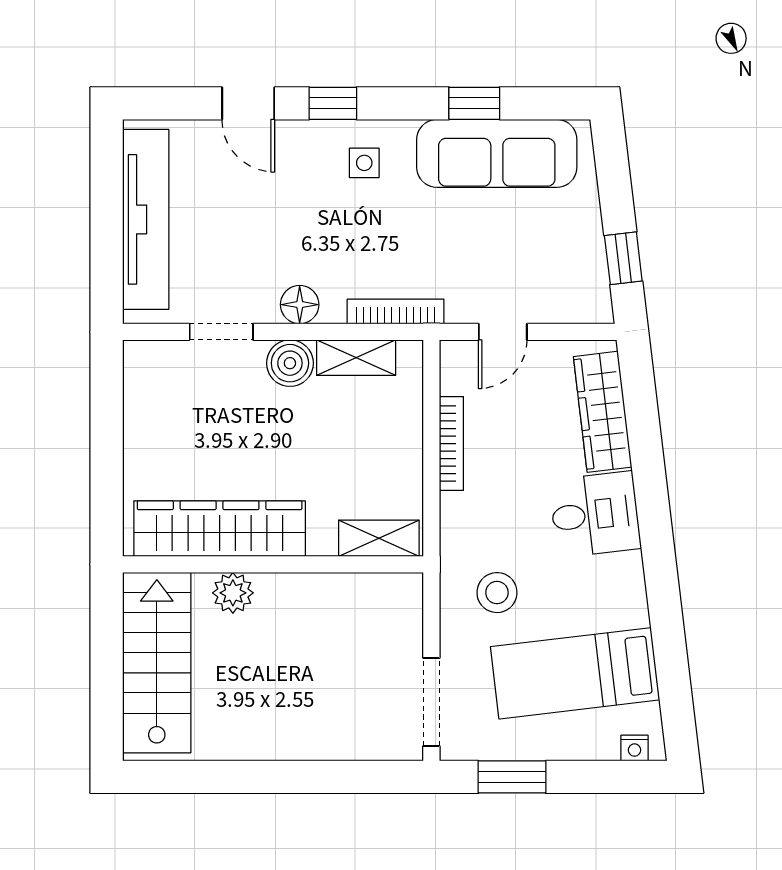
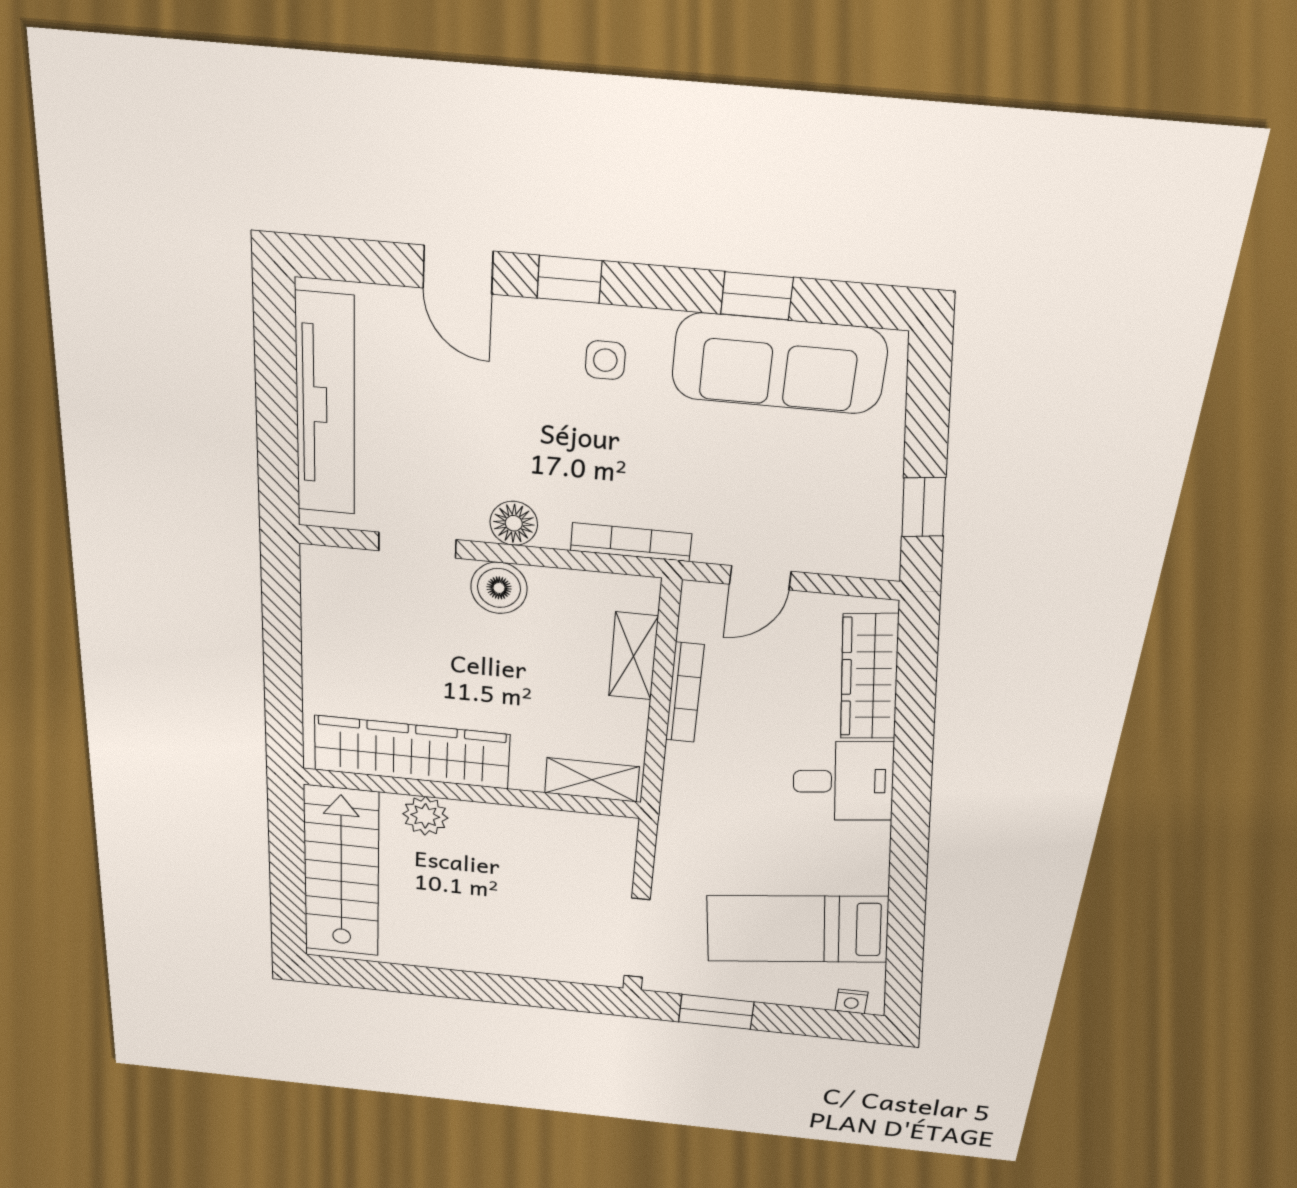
shelving: (356, 358) -> (633, 656), moved, turned 90
stool: (497, 593) -> (720, 846), removed

